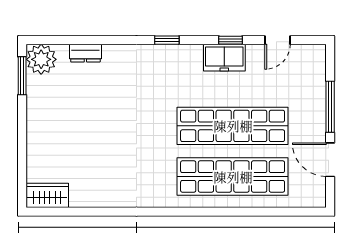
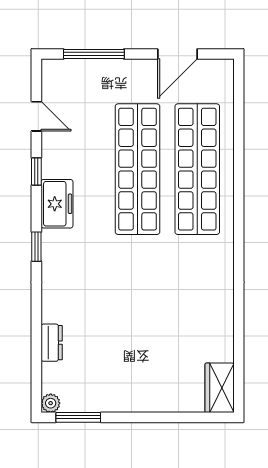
freezer: (224, 58) -> (57, 204), moved
plant: (41, 59) -> (51, 403), width x0.53, depth x0.53
window: (330, 107) -> (94, 54), moved

